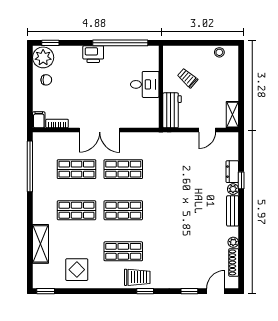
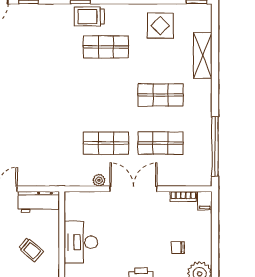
chair: (46, 80) -> (178, 248), moved
desk: (145, 84) -> (81, 242), width x1.37
workbench: (172, 110) -> (39, 202), moved, turned -90
plant: (129, 137) -> (99, 180), added
shop shelf: (123, 210) -> (106, 95), removed

